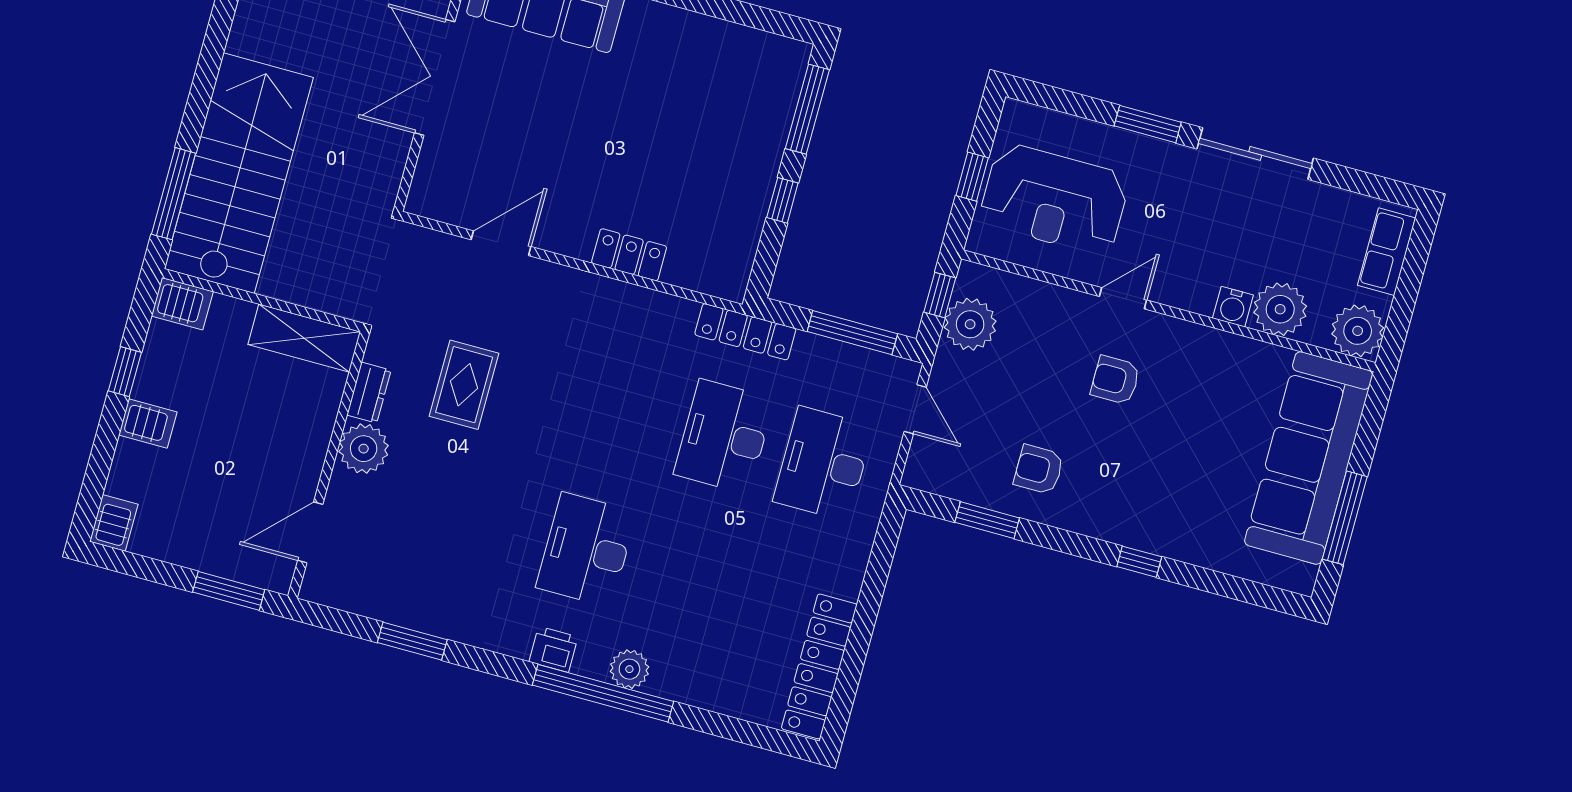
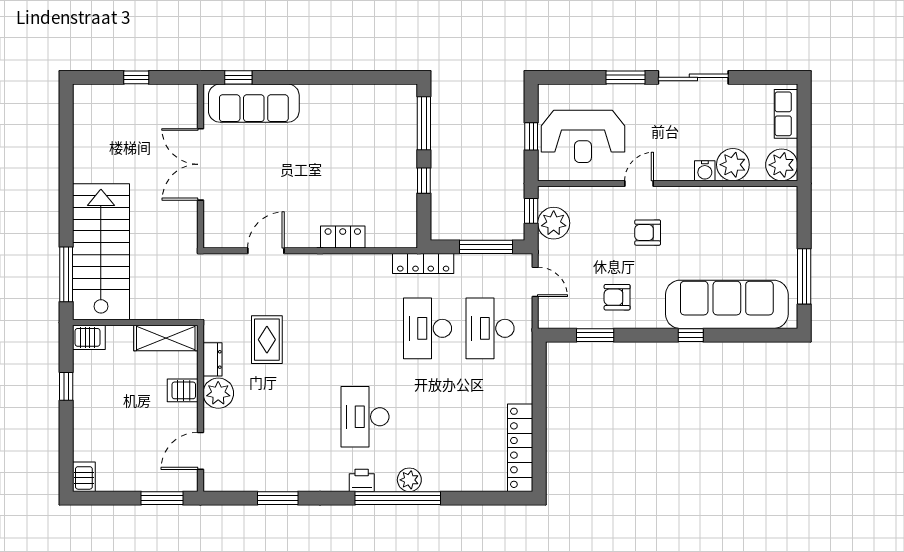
server rack: (148, 423) -> (183, 390), moved, turned 180
sofa: (1309, 458) -> (727, 304), moved, turned 90

